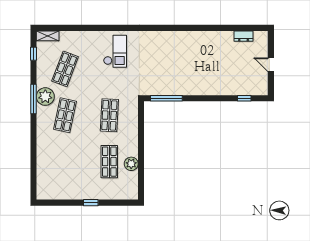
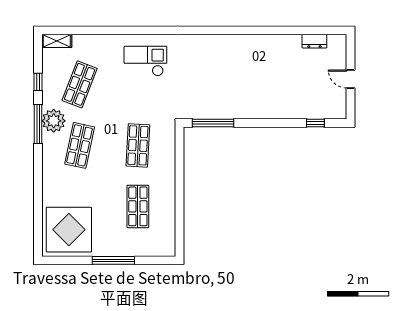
checkout: (115, 51) -> (145, 61), turned -90
window: (33, 54) -> (38, 82), moved
plant: (131, 164) -> (167, 209), removed
display table: (57, 179) -> (69, 230), added
window: (91, 203) -> (113, 260), width x2.17

